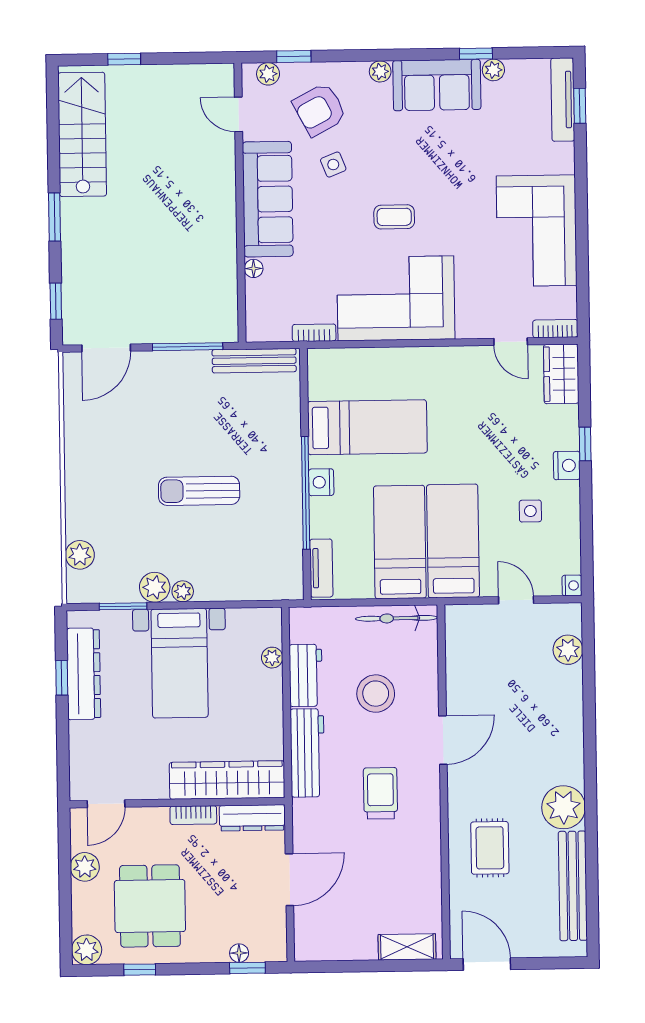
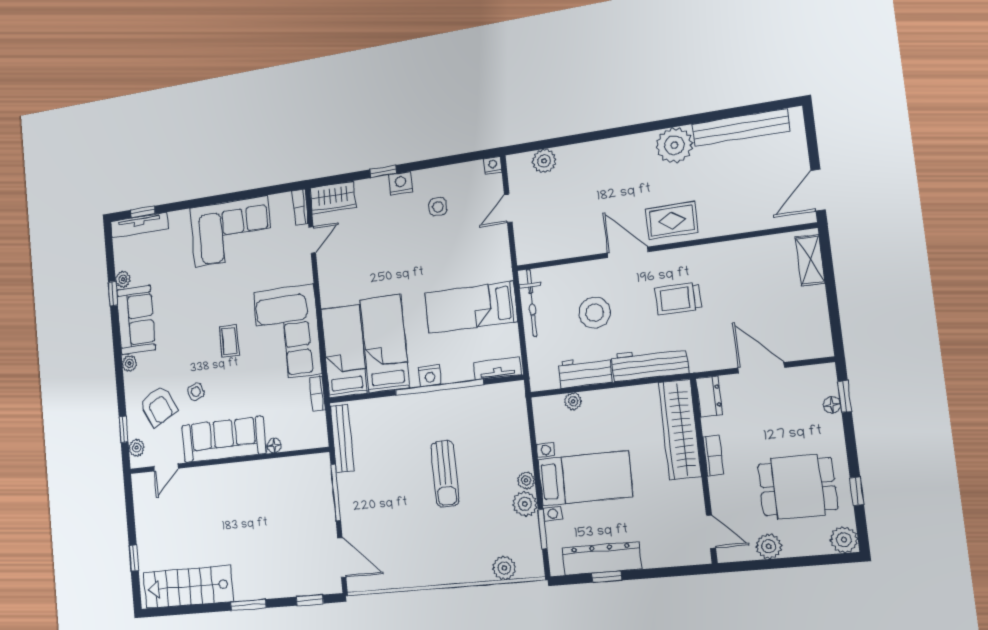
bed: (453, 541) -> (344, 351), moved, turned 90
dresser: (252, 818) -> (709, 396), width x0.70
rug: (490, 848) -> (672, 220), moved

